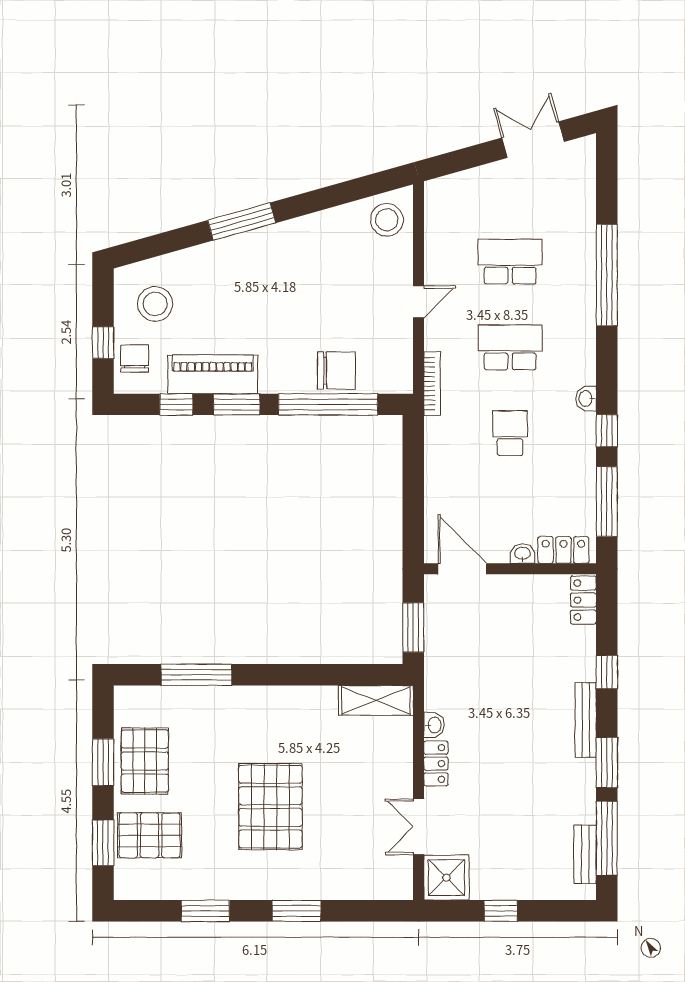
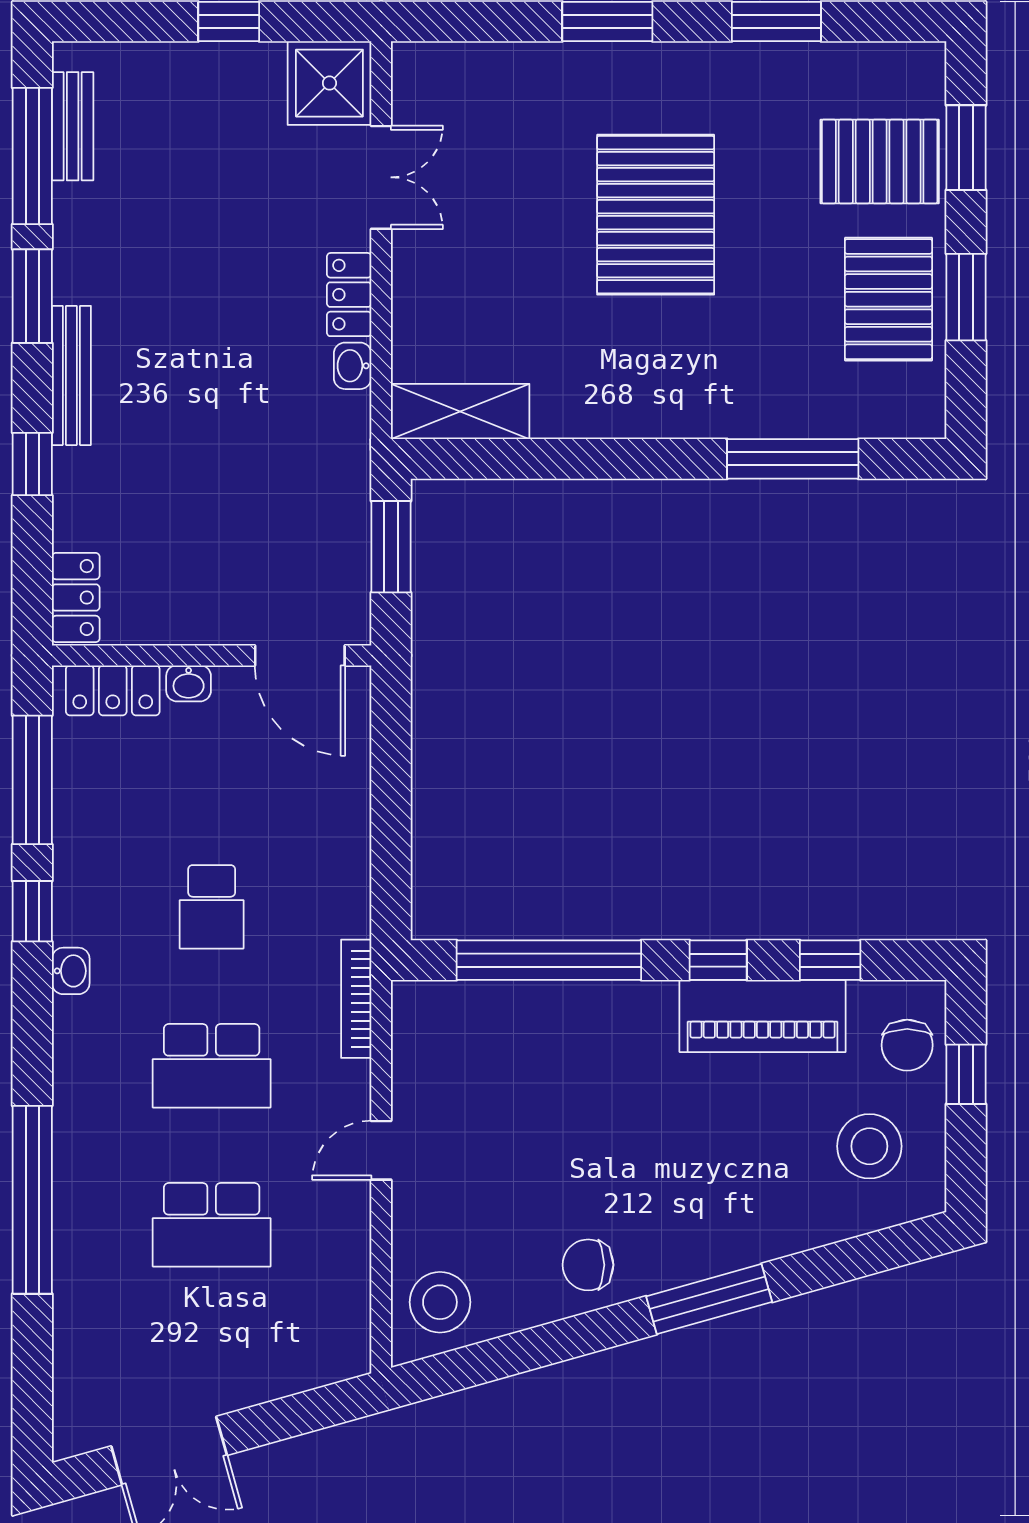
chair: (336, 370) -> (588, 1265), moved, width x0.73, depth x0.73
window: (237, 404) -> (718, 960), width x0.67

